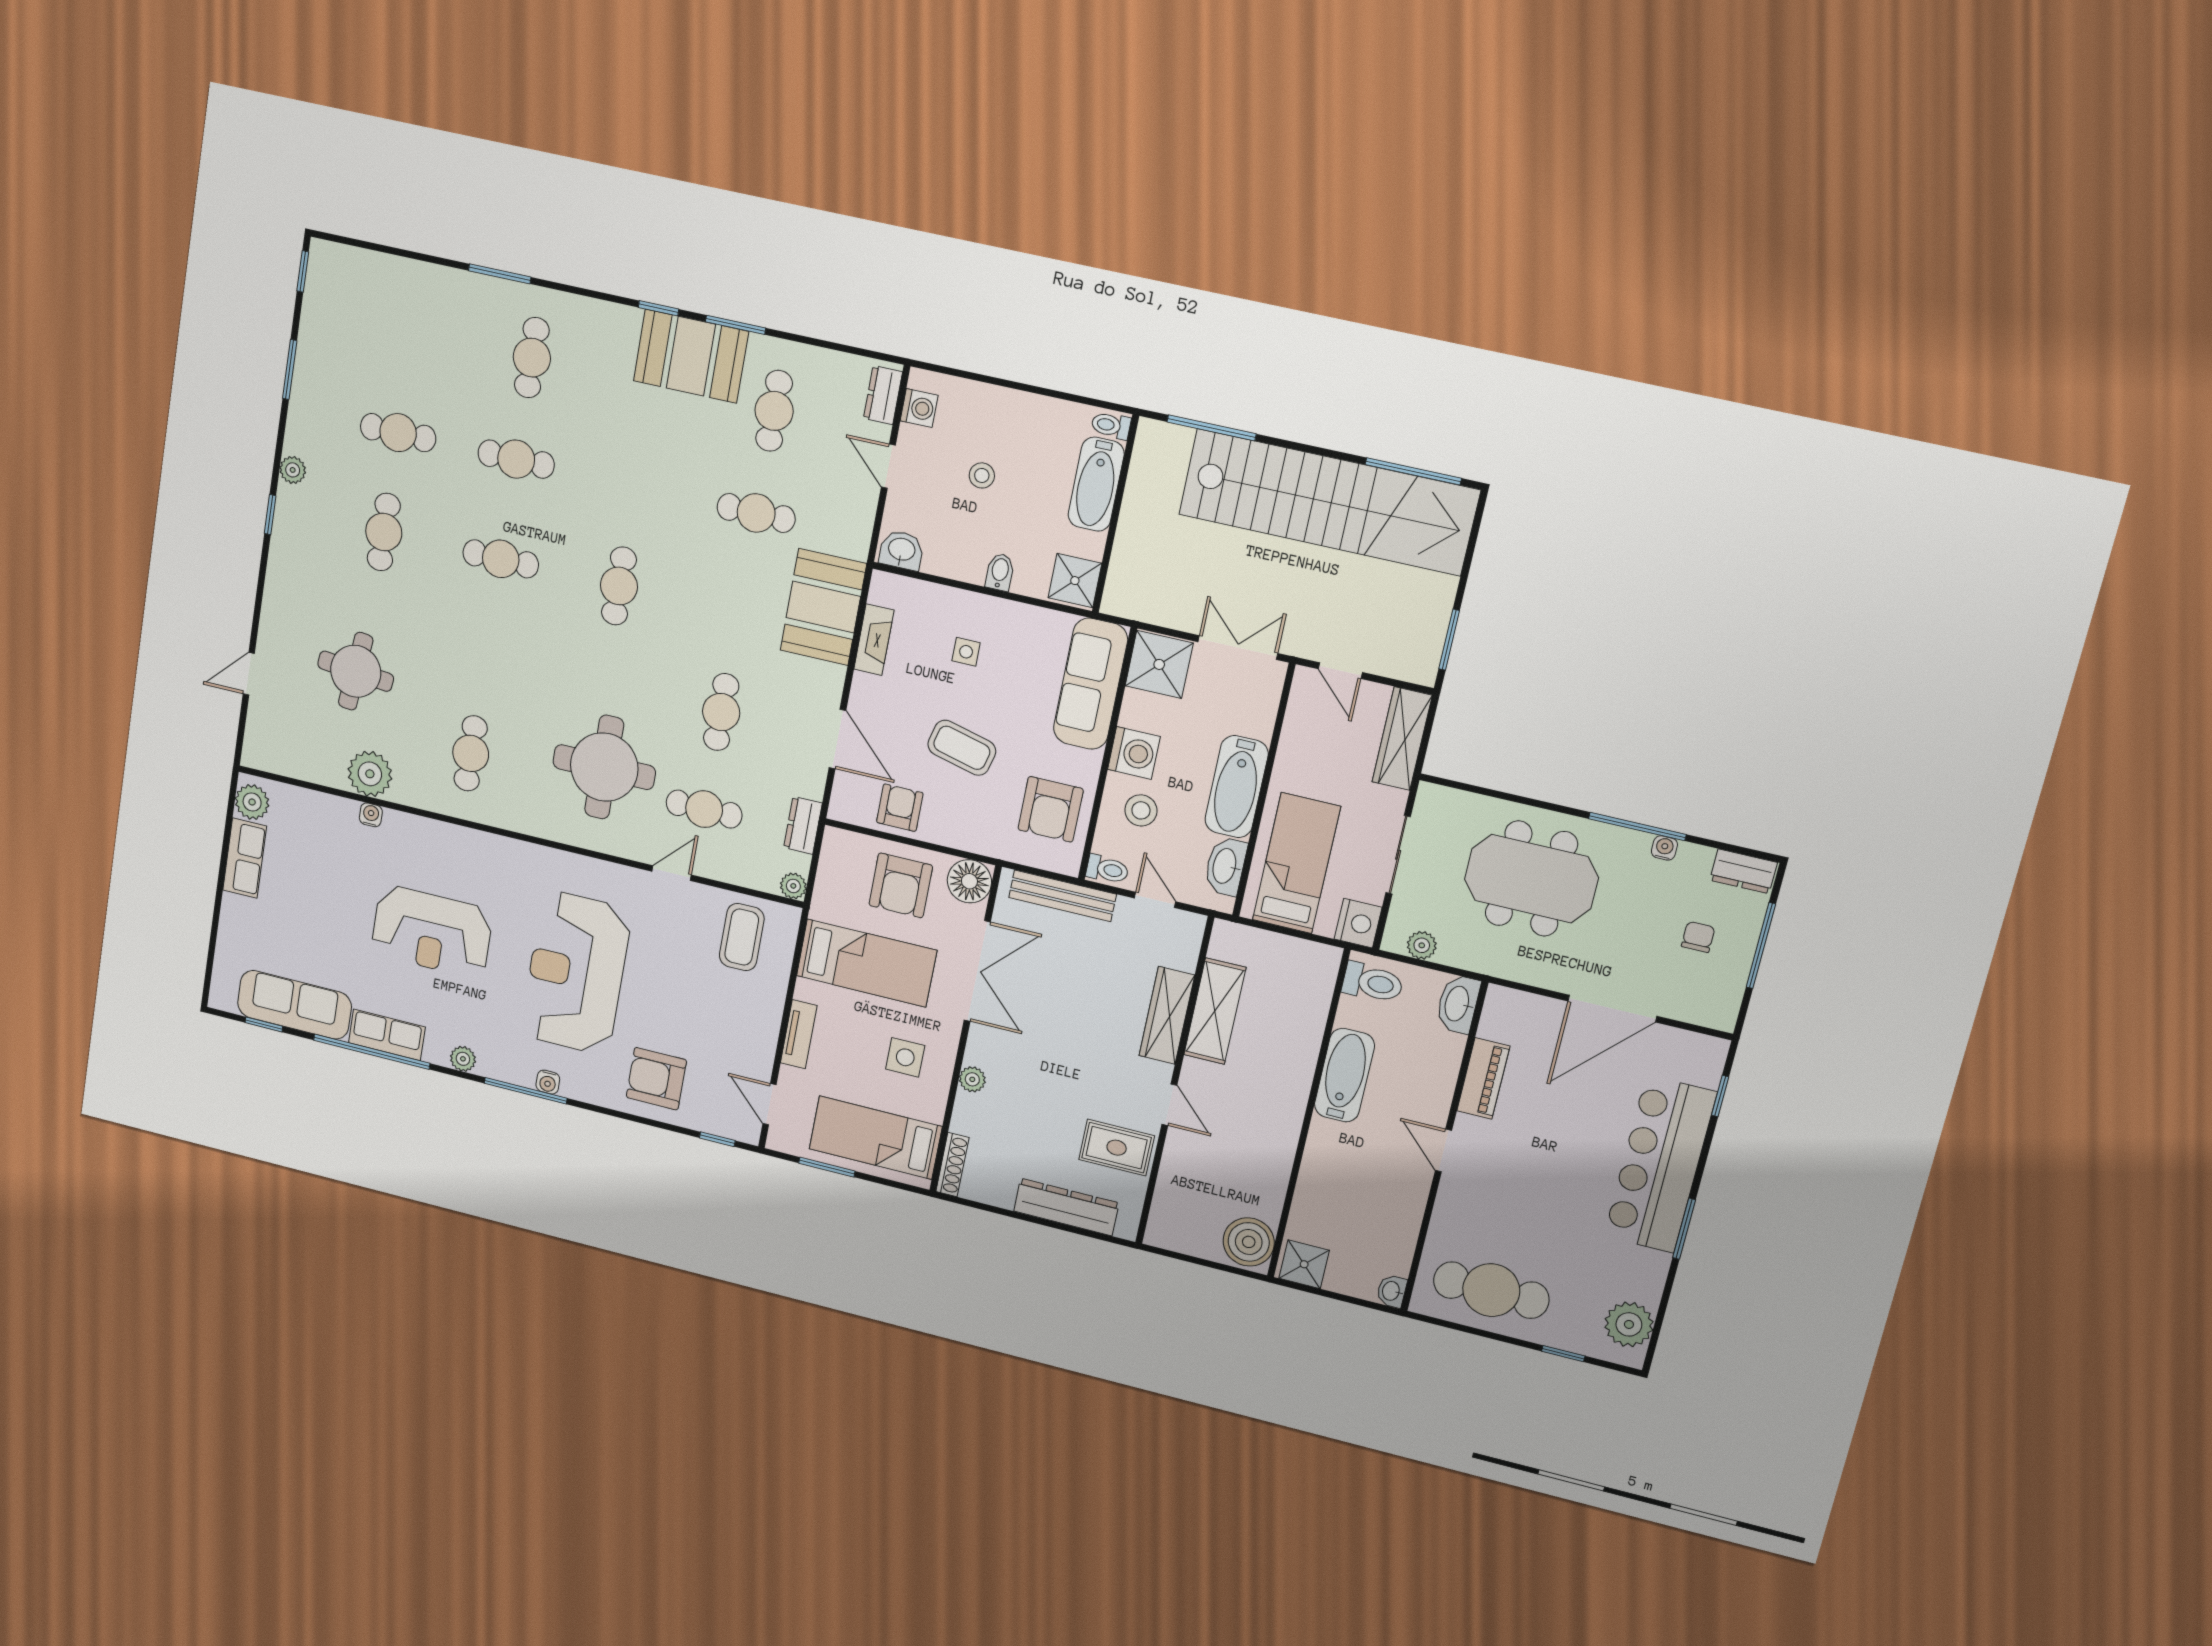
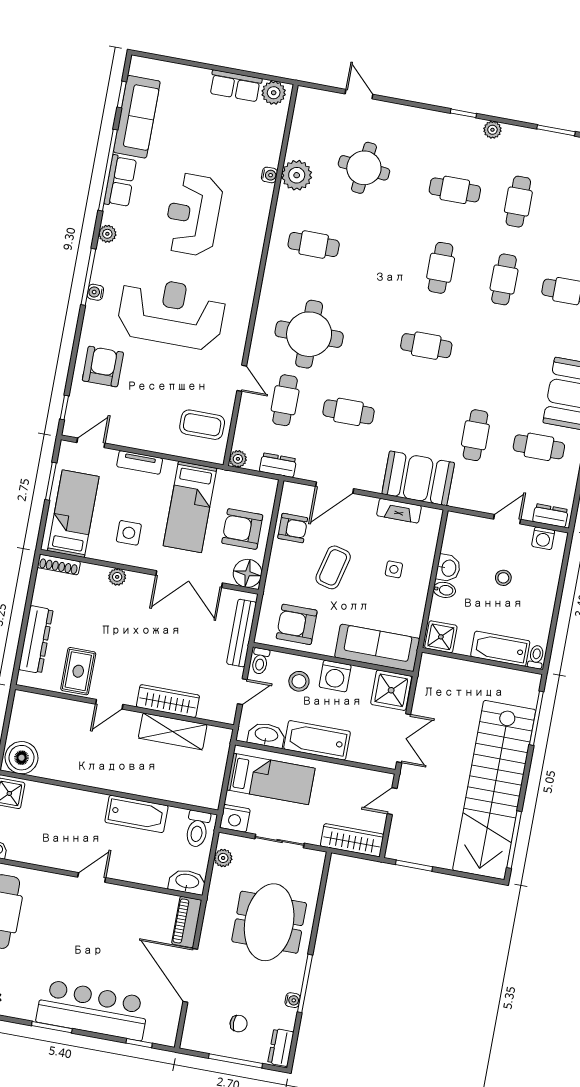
washbasin: (902, 550) -> (448, 568), moved
piano: (1483, 1079) -> (187, 922), moved, turned 90

